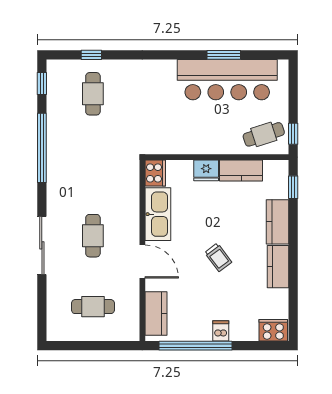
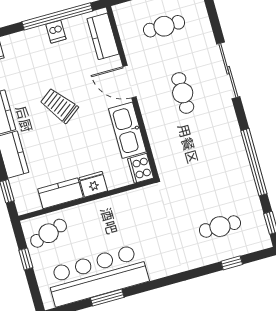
cafe table: (93, 94) -> (220, 227), turned 90
window: (293, 134) -> (26, 259), moved
trolley: (218, 257) -> (59, 105), width x1.36, depth x1.39
dishwasher: (221, 331) -> (56, 32), moved

